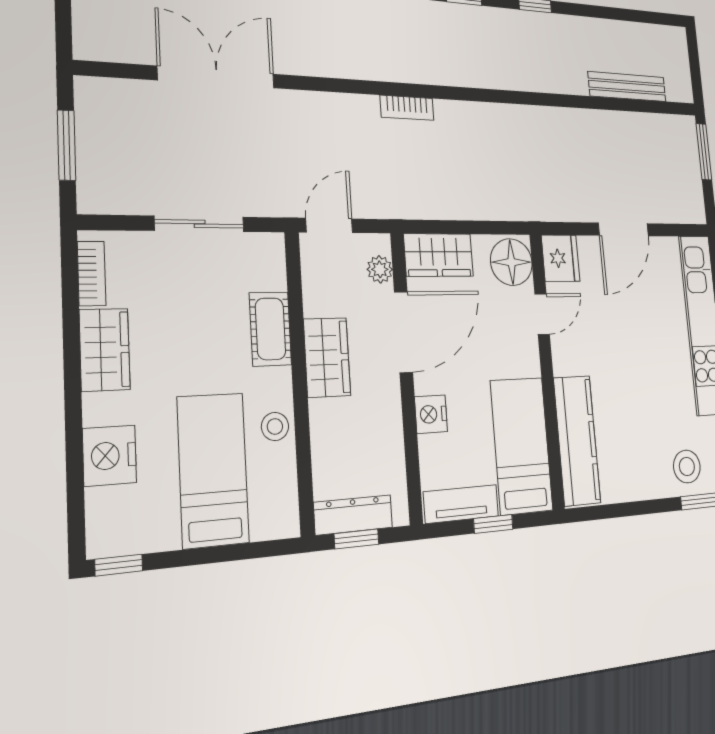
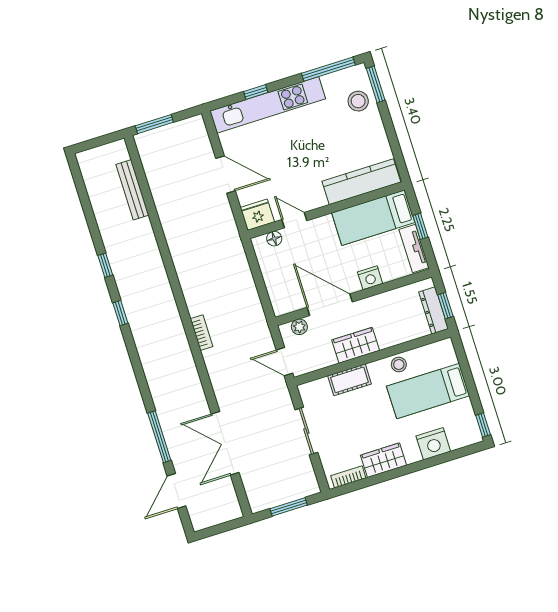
wardrobe: (439, 255) -> (280, 294), removed
floor lamp: (511, 262) -> (274, 239), width x0.53, depth x0.53

